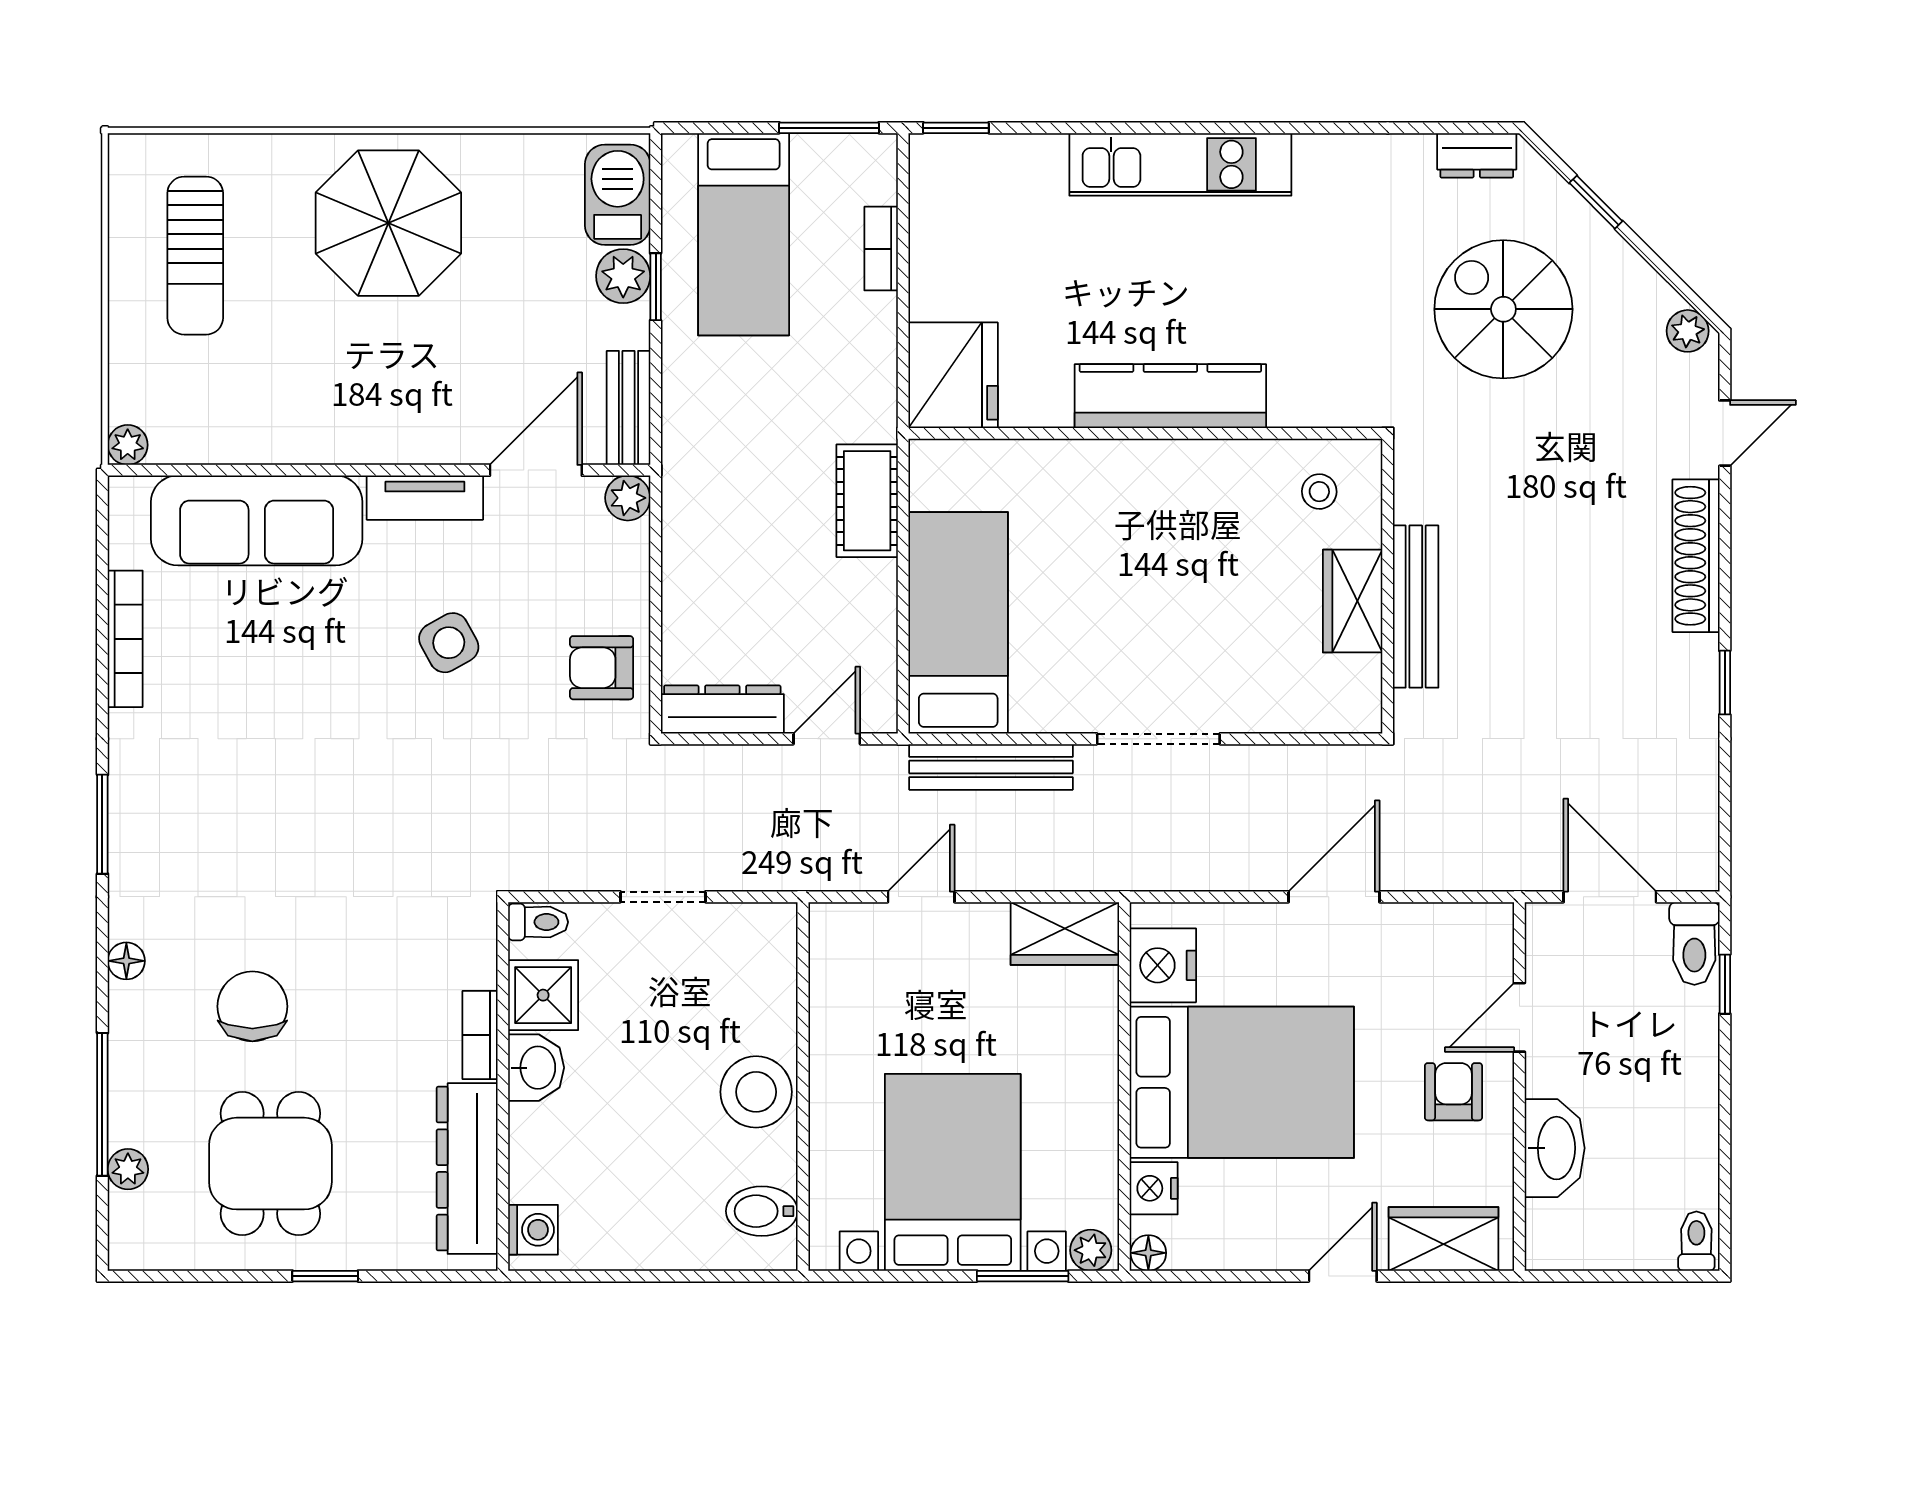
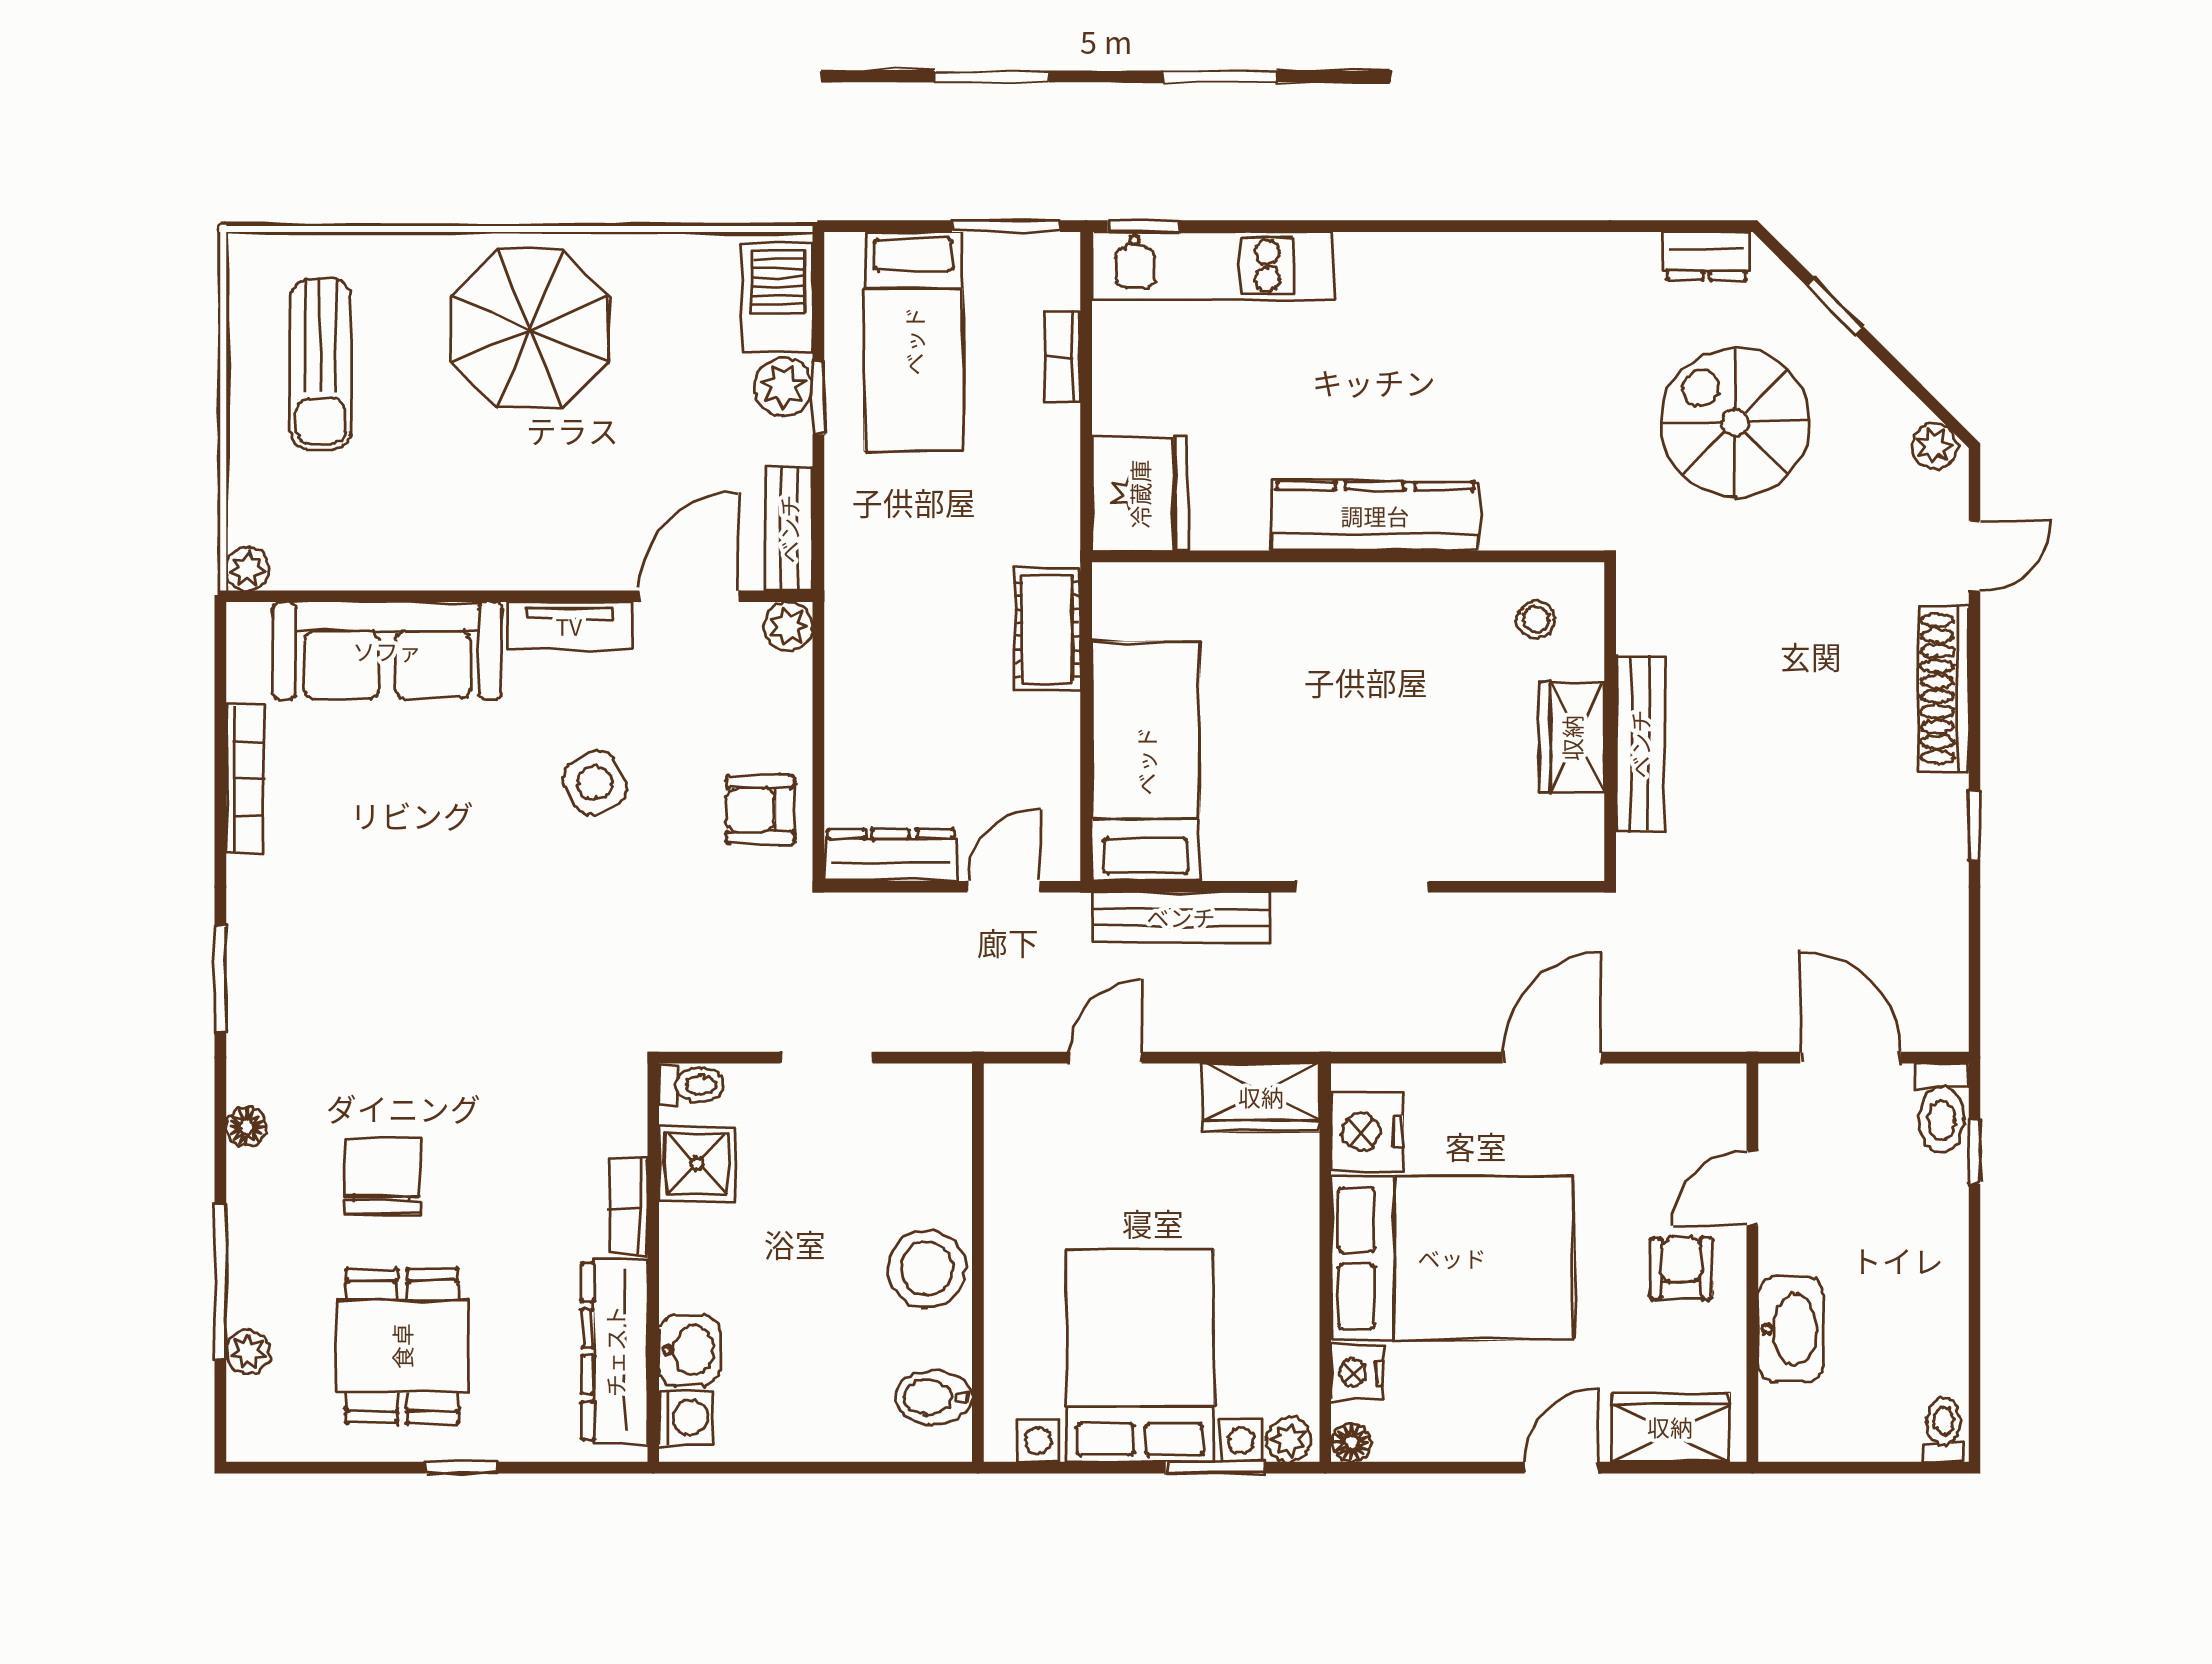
kitchen unit: (1180, 164) -> (1212, 266), moved
washbasin: (536, 1068) -> (689, 1350), moved

